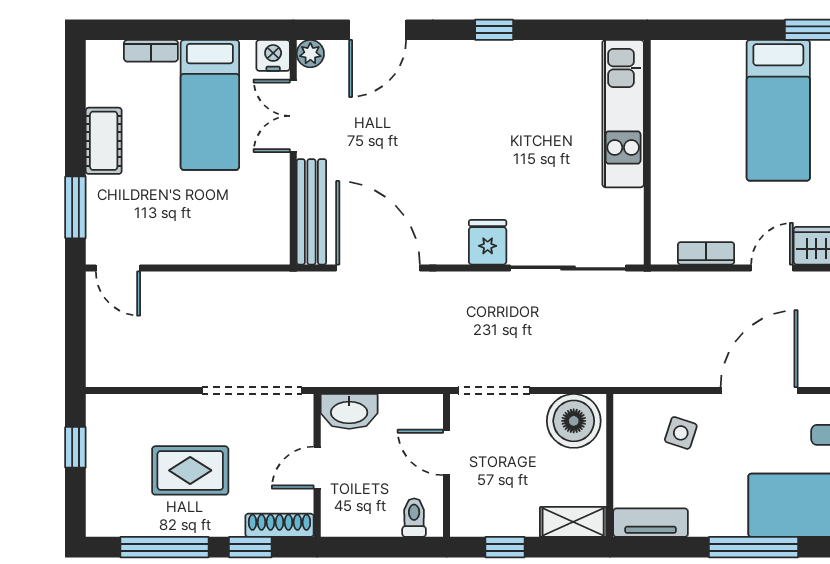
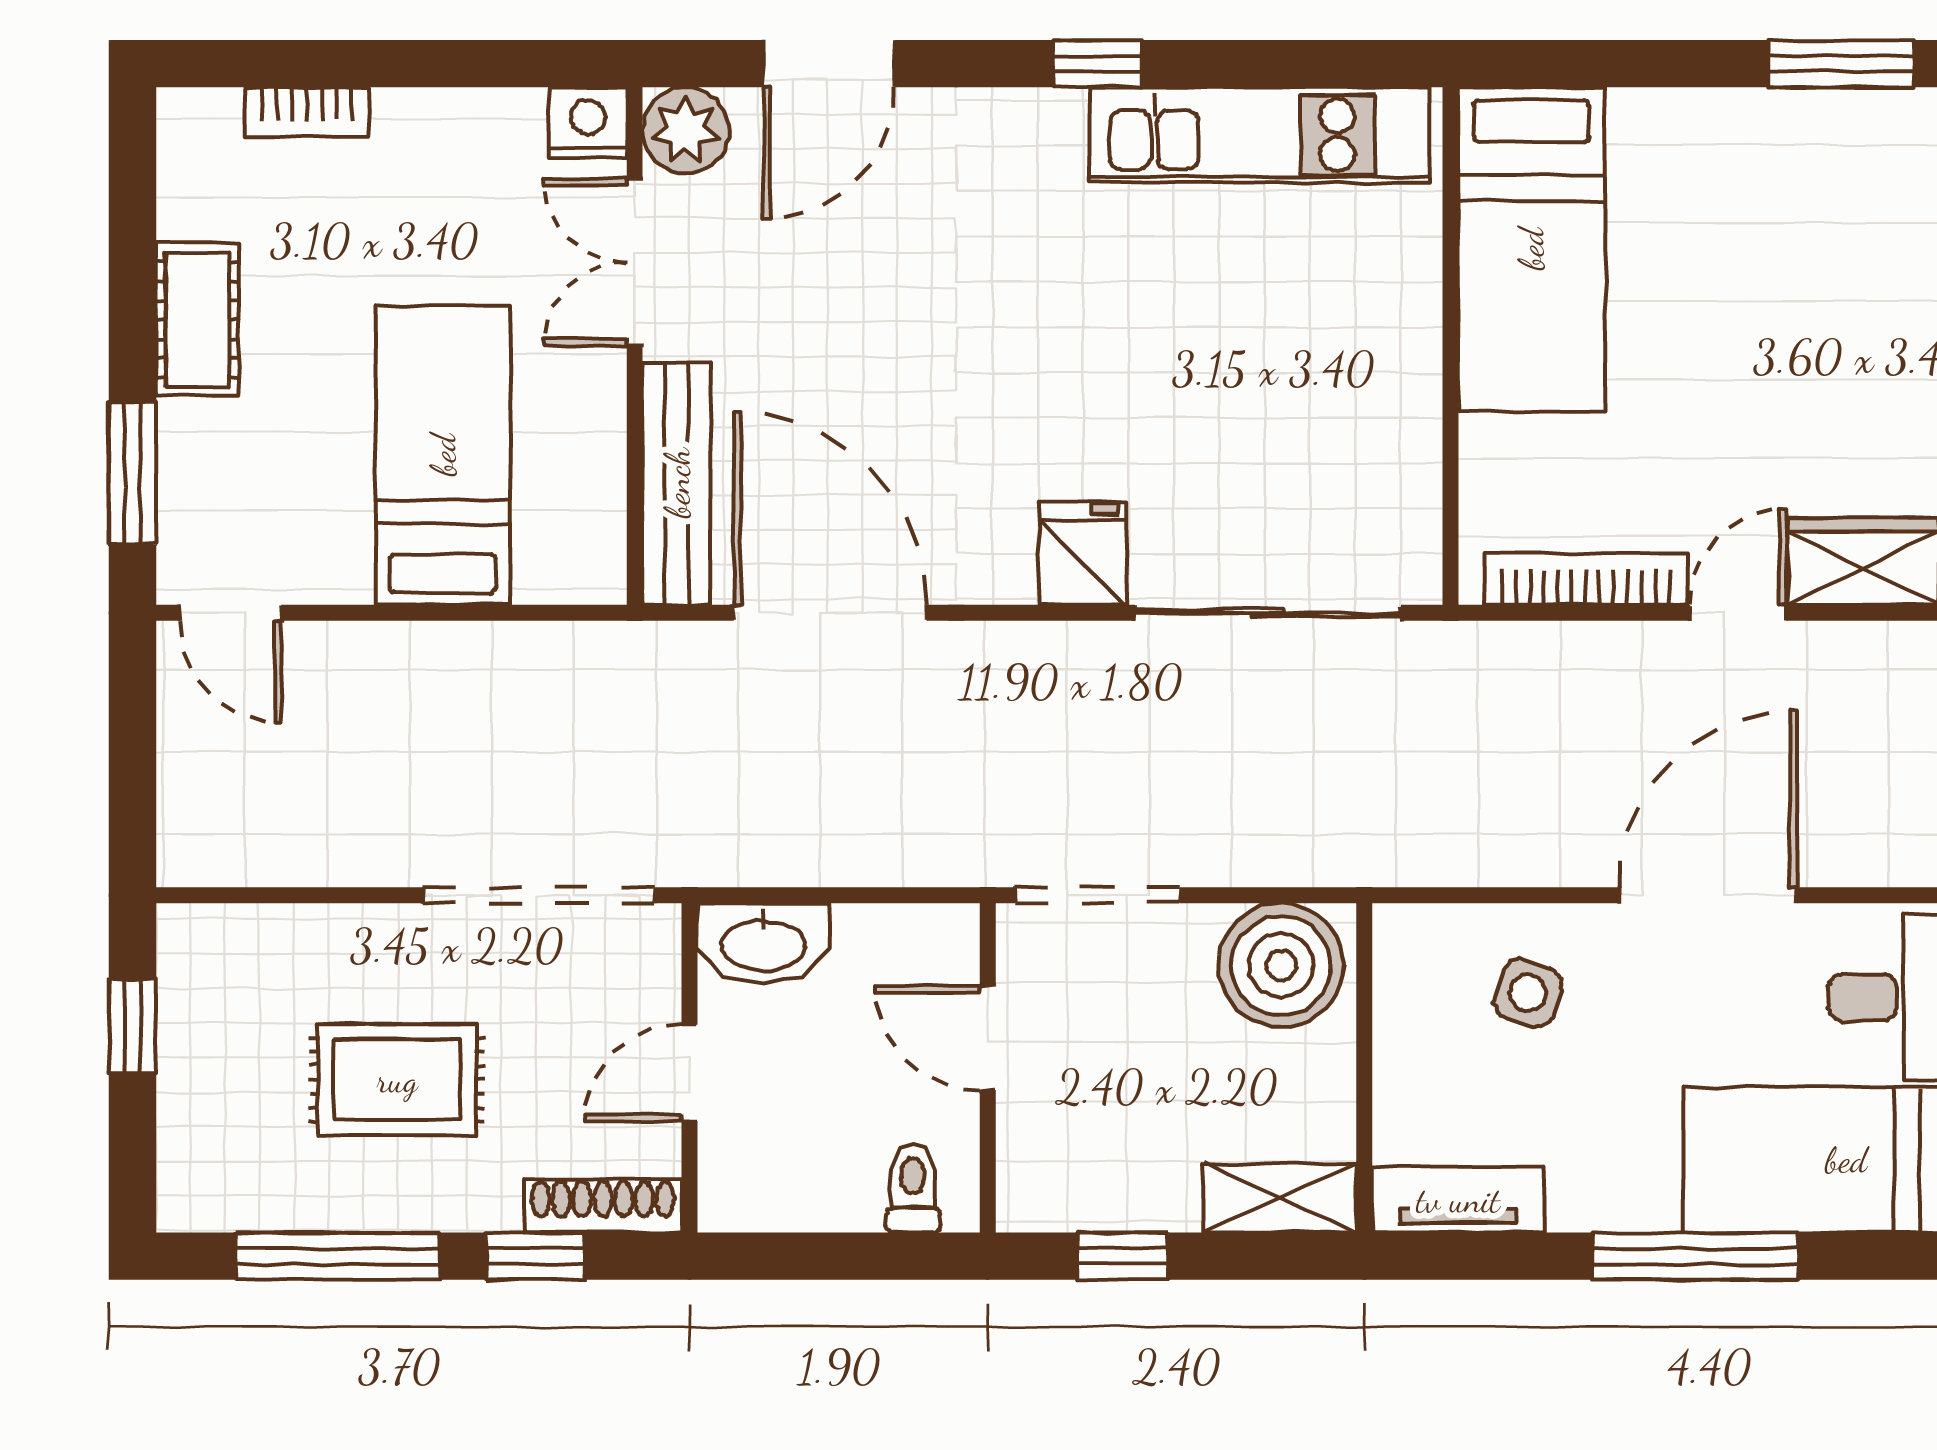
plant: (310, 54) -> (686, 130), width x1.38, depth x1.38
bed: (210, 105) -> (443, 455), moved, turned 180
bed: (778, 110) -> (1531, 249), moved
kitchen unit: (623, 114) -> (1259, 135), moved, turned -90
bookcase: (706, 253) -> (1586, 579), width x1.56

